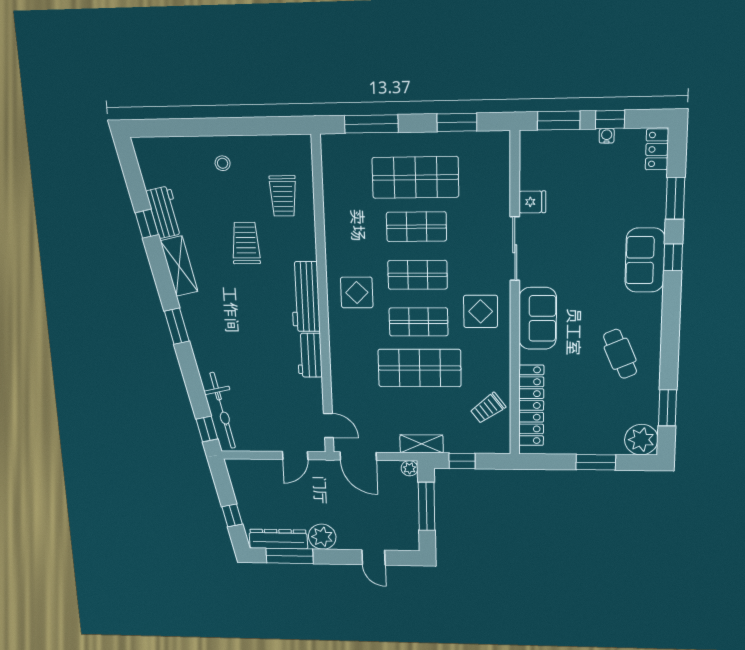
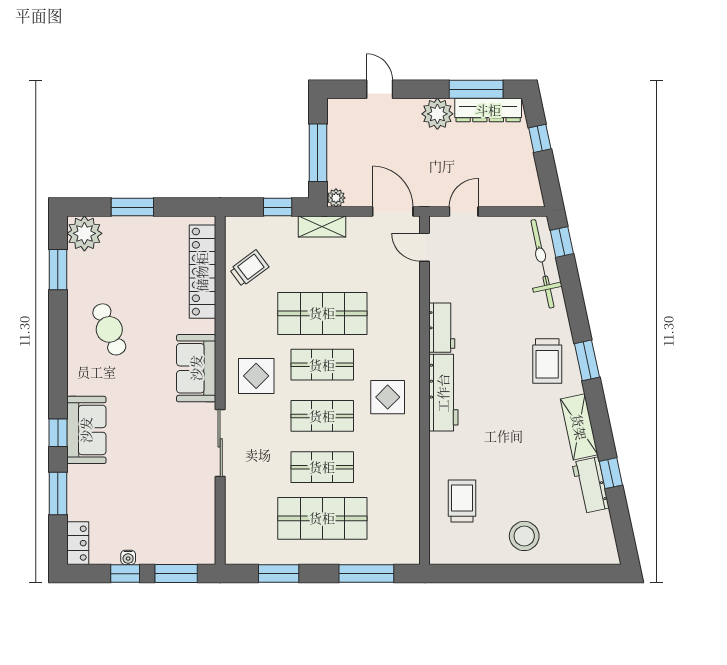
stool: (223, 163) -> (524, 536), width x1.89, depth x1.89
fridge: (532, 202) -> (202, 492), removed
trolley: (246, 243) -> (547, 361), moved

